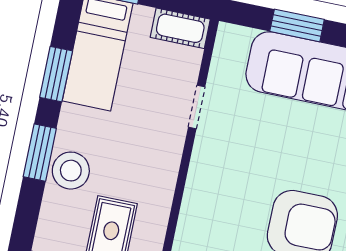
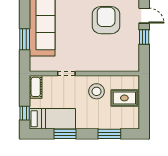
window: (40, 153) -> (109, 134), moved
stool: (71, 171) -> (97, 91), moved

